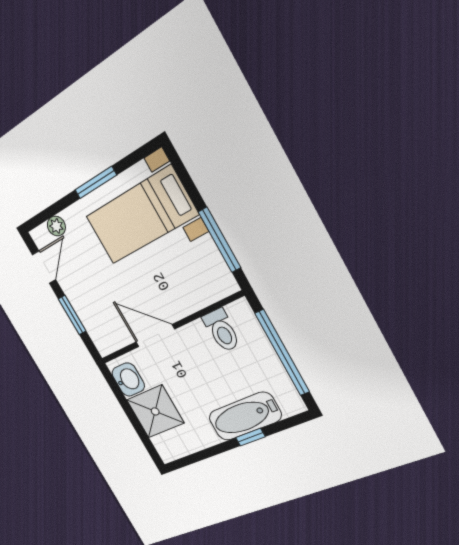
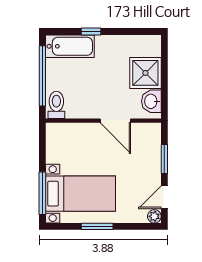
plant: (56, 226) -> (154, 216), moved
window: (219, 240) -> (42, 193), moved
toilet: (222, 330) -> (56, 105), moved
bathtub: (245, 416) -> (70, 46), moved

